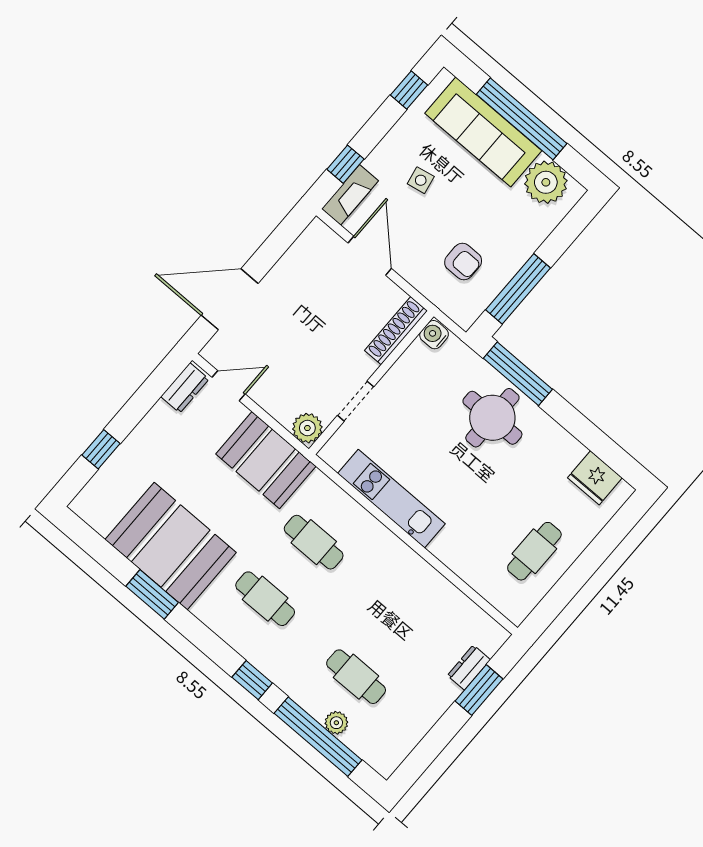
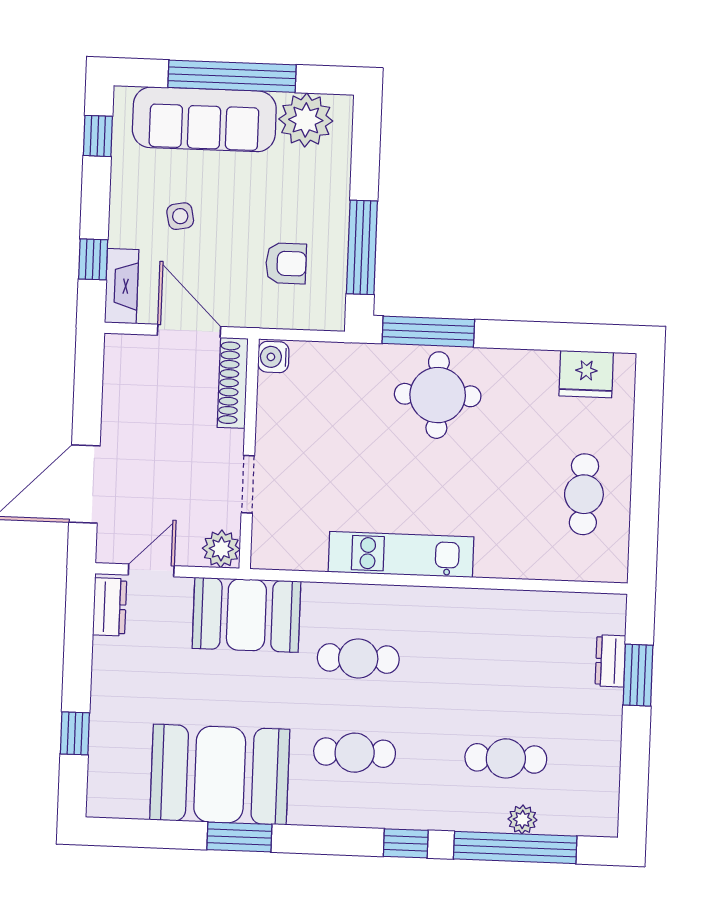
shoe rack: (396, 331) -> (233, 383), moved
water cooler: (434, 335) -> (273, 357), moved
wall: (371, 383) -> (249, 454), moved
doorway: (356, 401) -> (248, 484), moved
plant: (307, 428) -> (221, 549), moved

